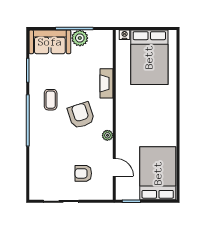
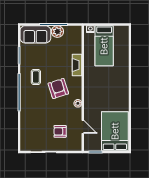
bed: (149, 57) -> (104, 46), width x0.67

